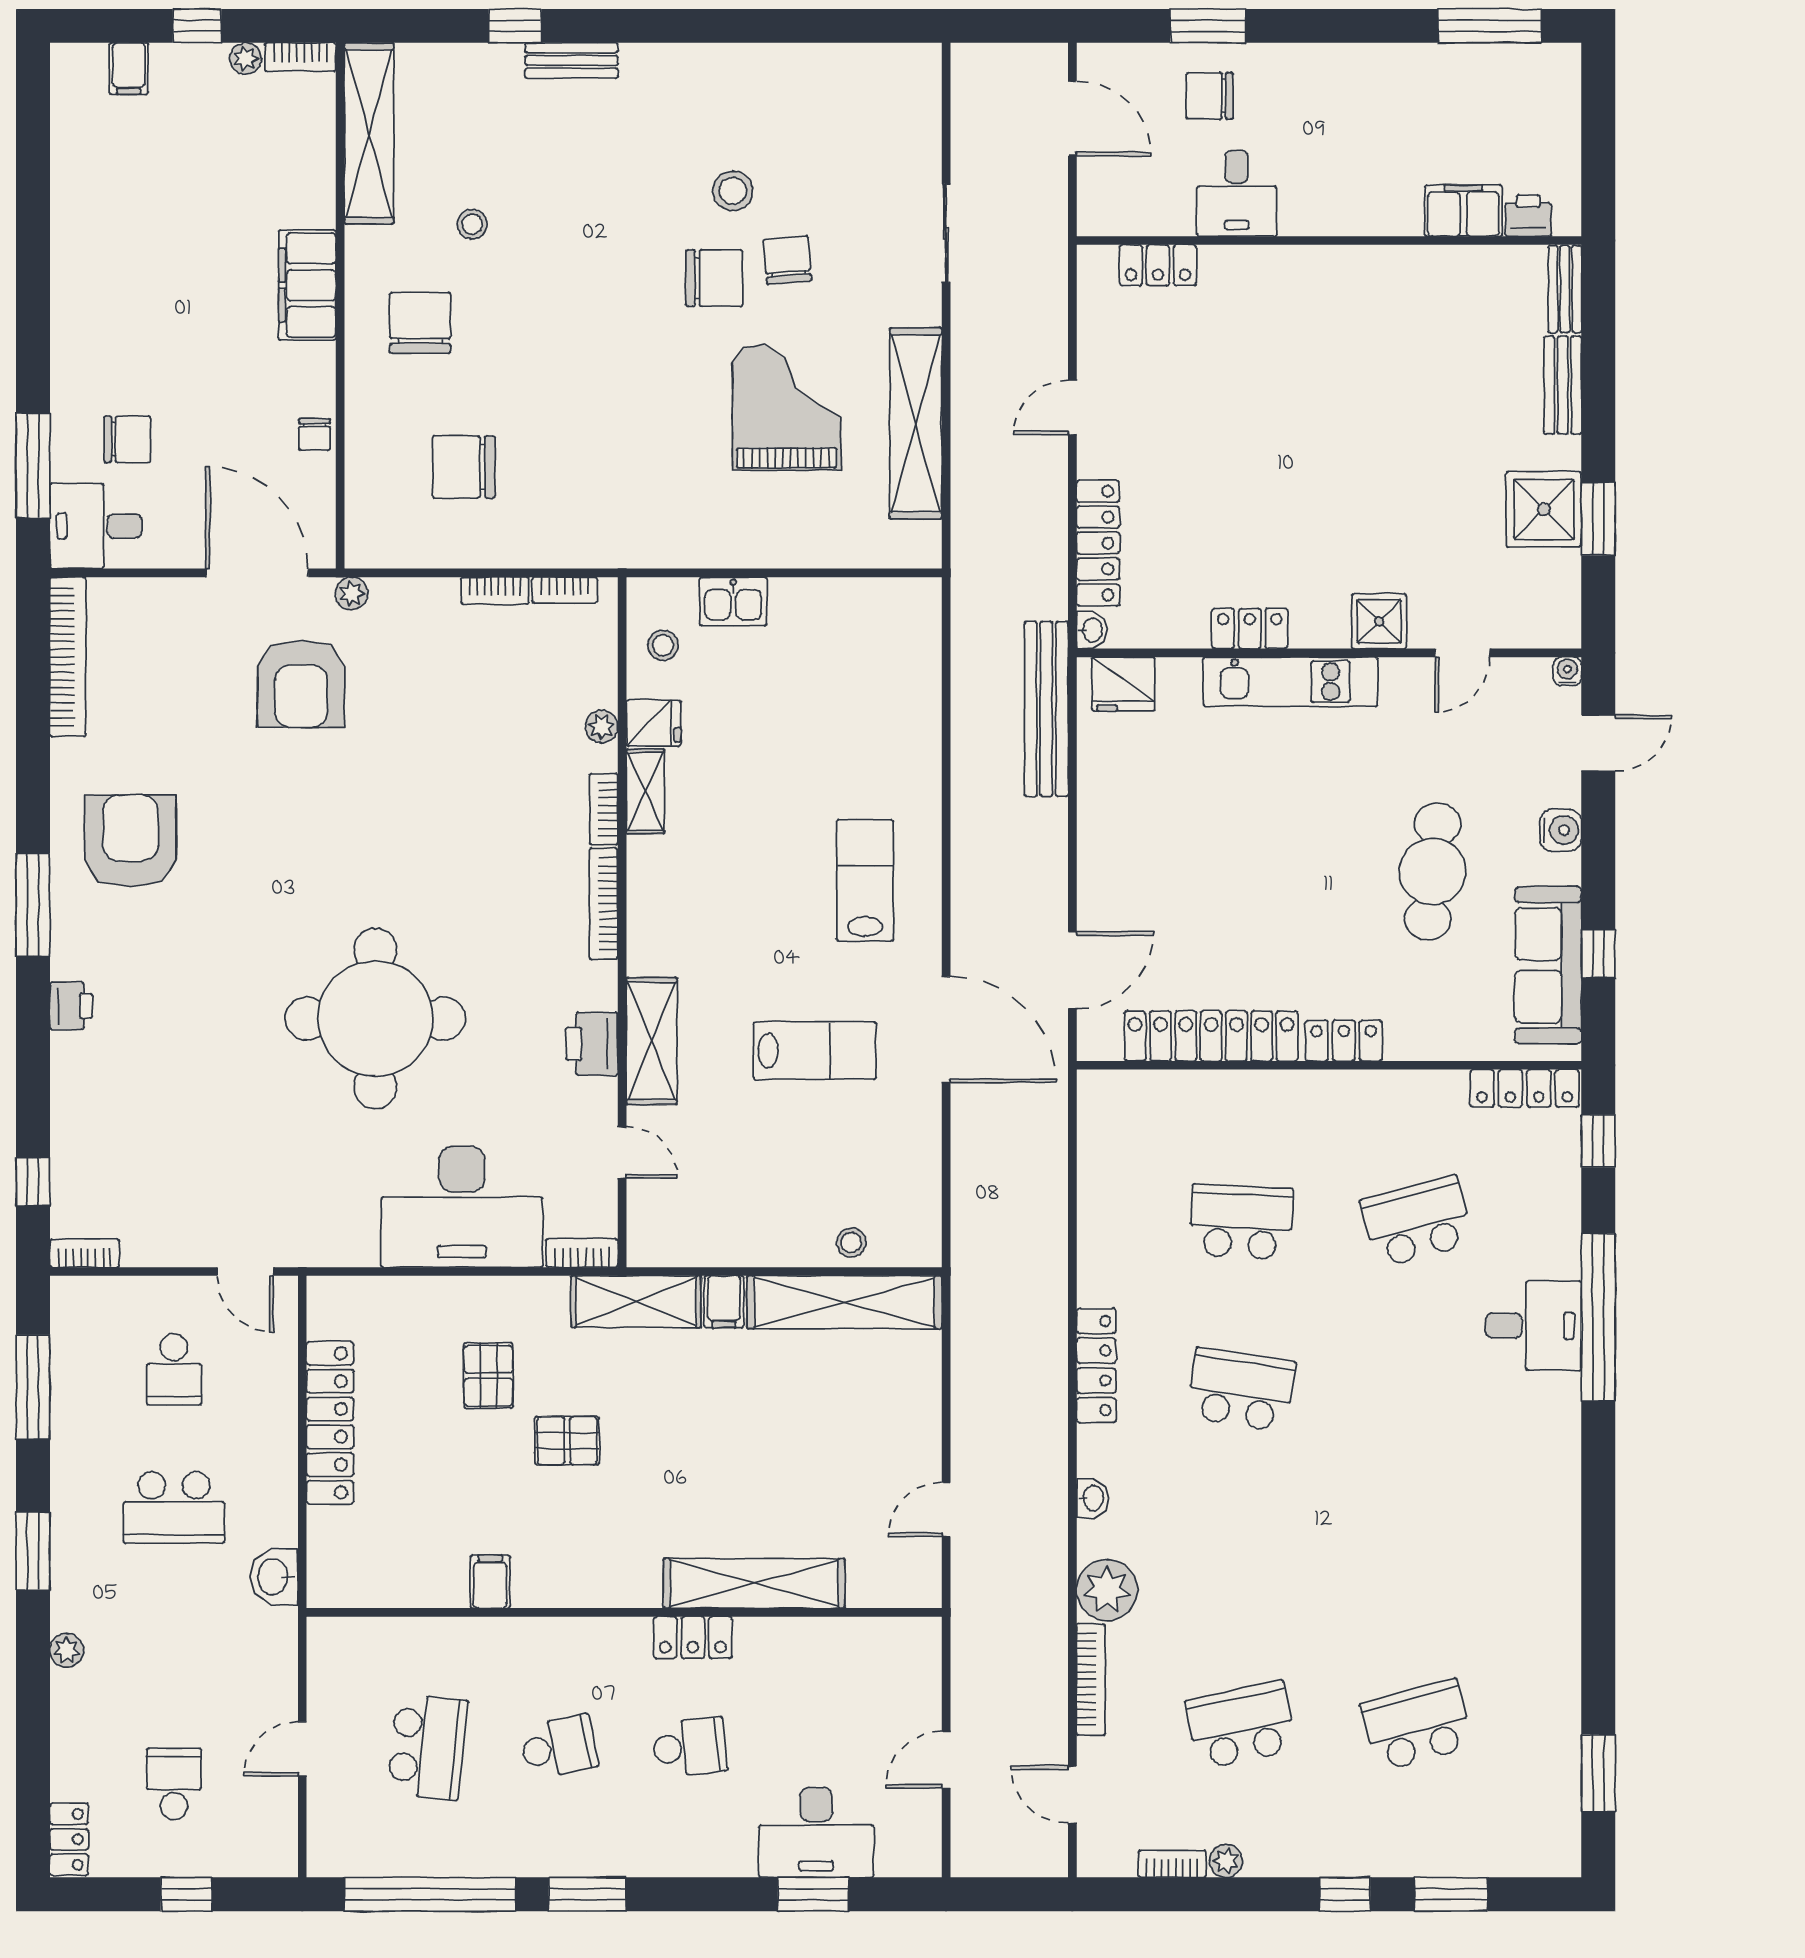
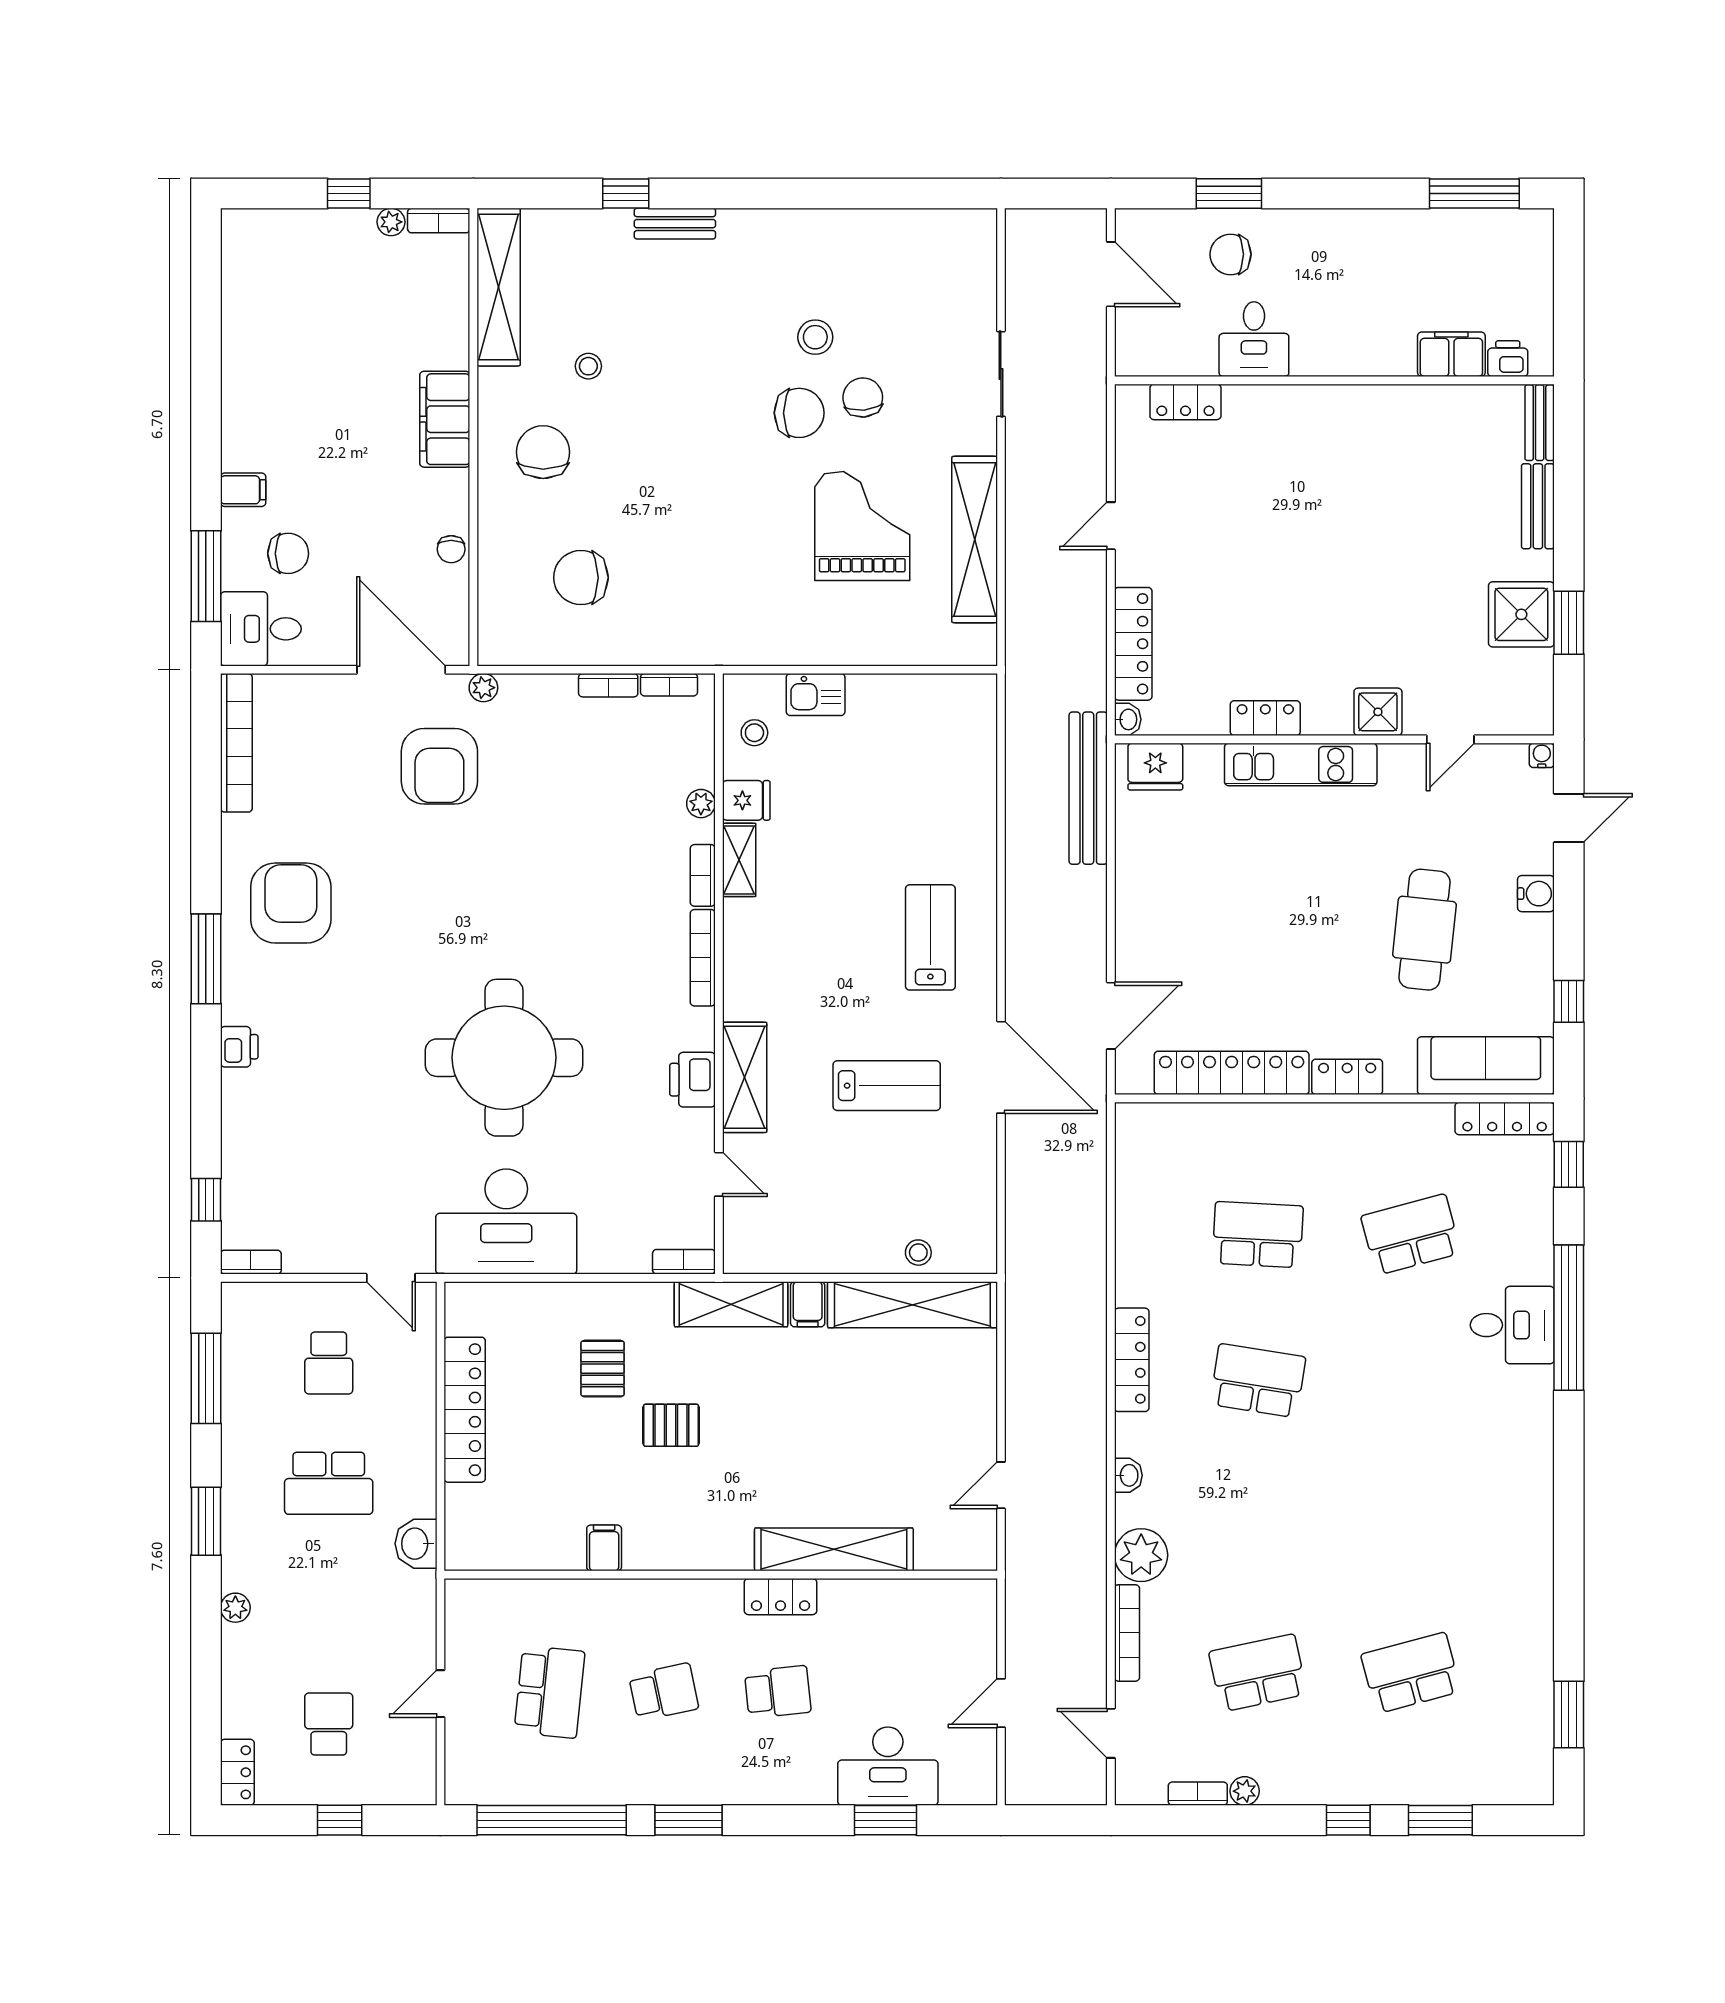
filing cabinet: (129, 69) -> (243, 490), moved, turned -90
sofa: (1548, 965) -> (1486, 1066), moved, turned 90
desk: (462, 1207) -> (506, 1222), moved

